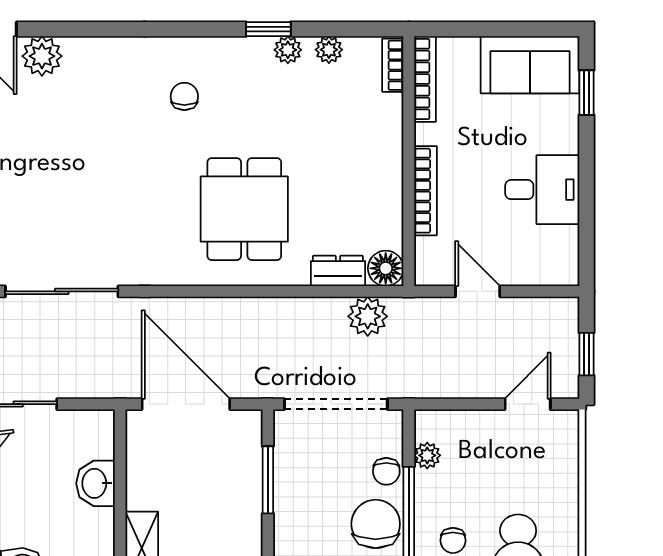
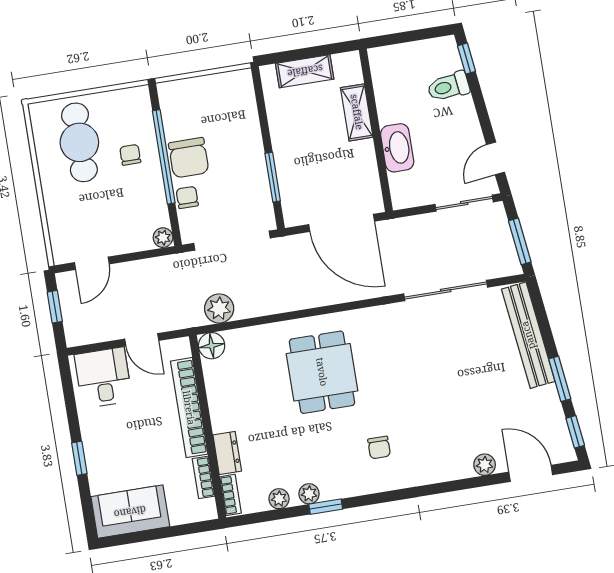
plant: (42, 56) -> (485, 465), width x0.73, depth x0.73
bookcase: (425, 79) -> (204, 477), width x0.64
window: (587, 93) -> (79, 458), moved
desk: (542, 190) -> (103, 378), moved, turned 90
bookcase: (425, 191) -> (189, 408), width x1.48, depth x1.31
dresser: (338, 271) -> (227, 453), moved, turned -90
plant: (427, 455) -> (163, 238), moved
washbasin: (95, 483) -> (397, 148), width x1.38

